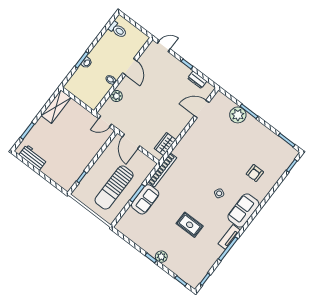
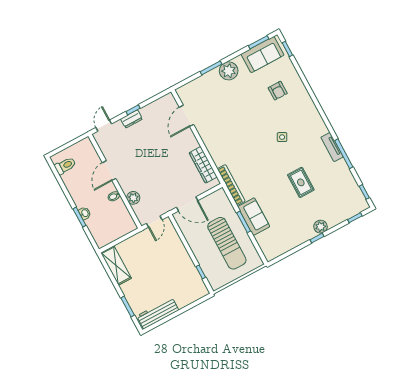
door: (130, 67) -> (109, 171), swing flipped
dresser: (197, 80) -> (131, 119), moved
plant: (238, 115) -> (229, 71), moved
wardrobe: (165, 144) -> (203, 165), width x1.50
workbench: (33, 157) -> (158, 313), width x1.38
sofa: (243, 210) -> (262, 55), moved, turned -90
rug: (190, 225) -> (301, 182), turned 90

